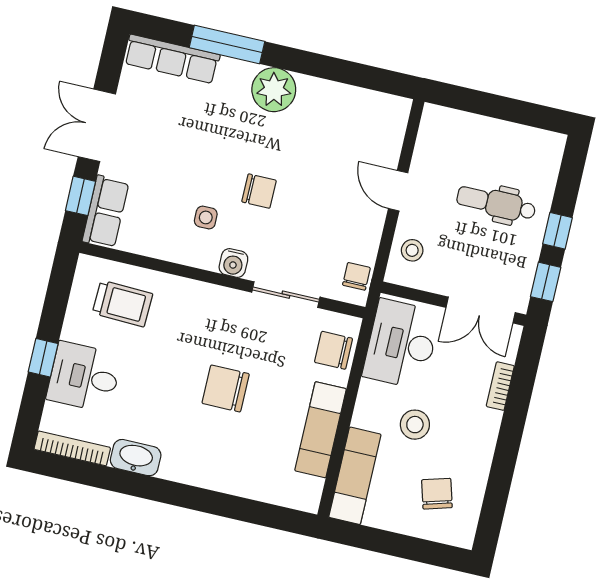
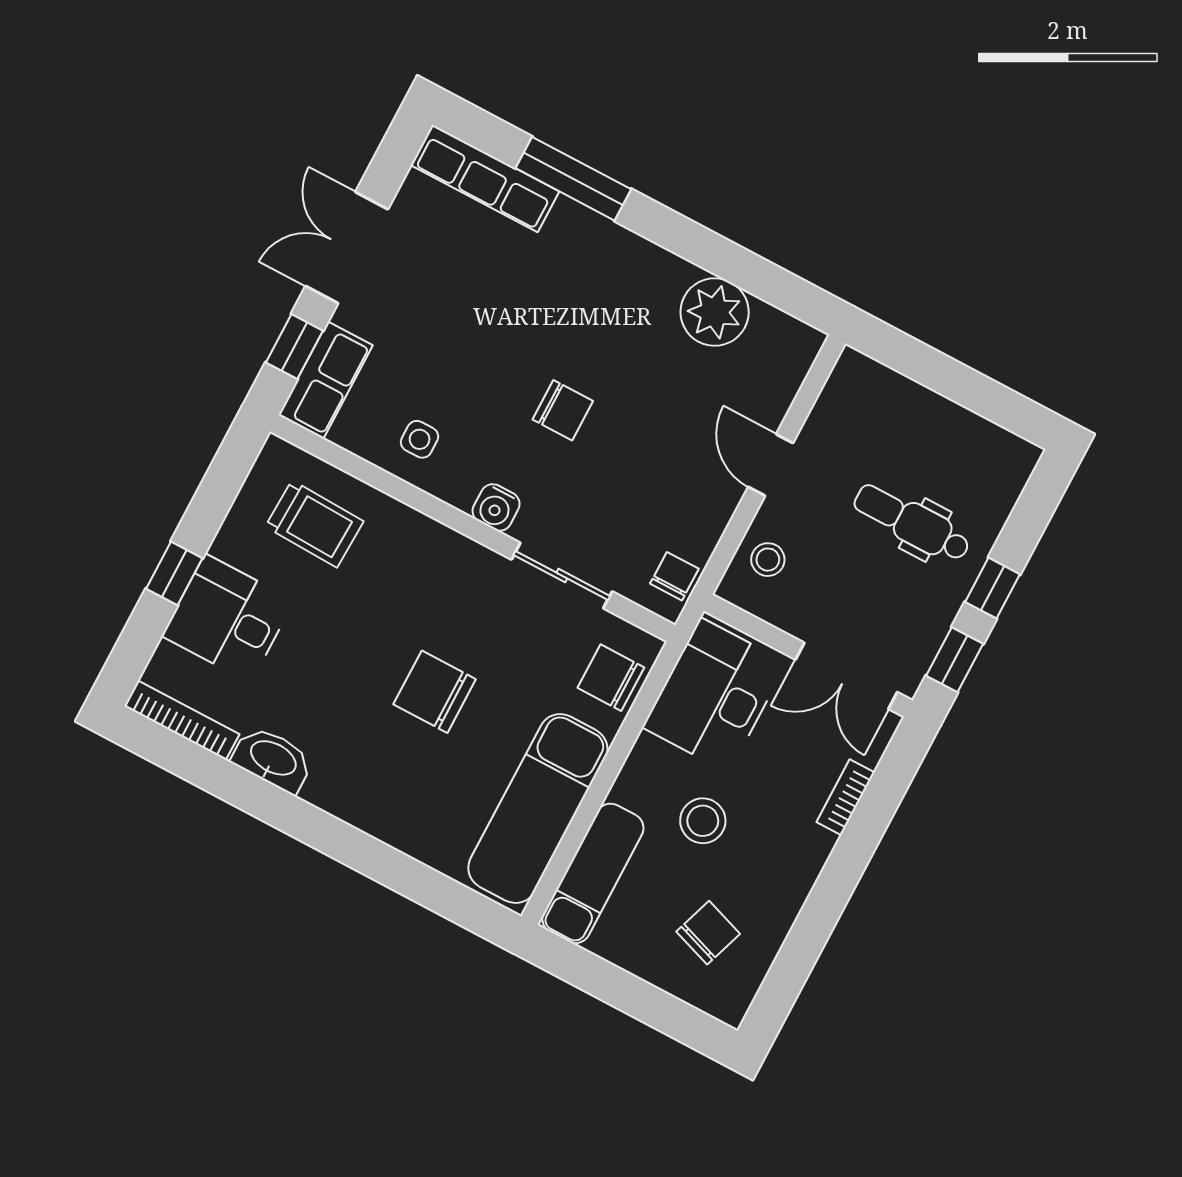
plant: (274, 90) -> (715, 312), moved
side table: (206, 217) -> (420, 439), moved
exam couch: (321, 430) -> (538, 808), width x1.36, depth x1.45
chair: (437, 494) -> (708, 933), turned 35

